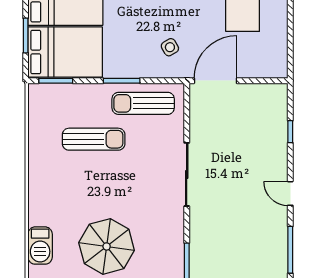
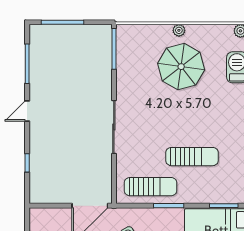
sun lounger: (94, 139) -> (192, 157), turned 180
door: (290, 193) -> (27, 111), swing flipped

